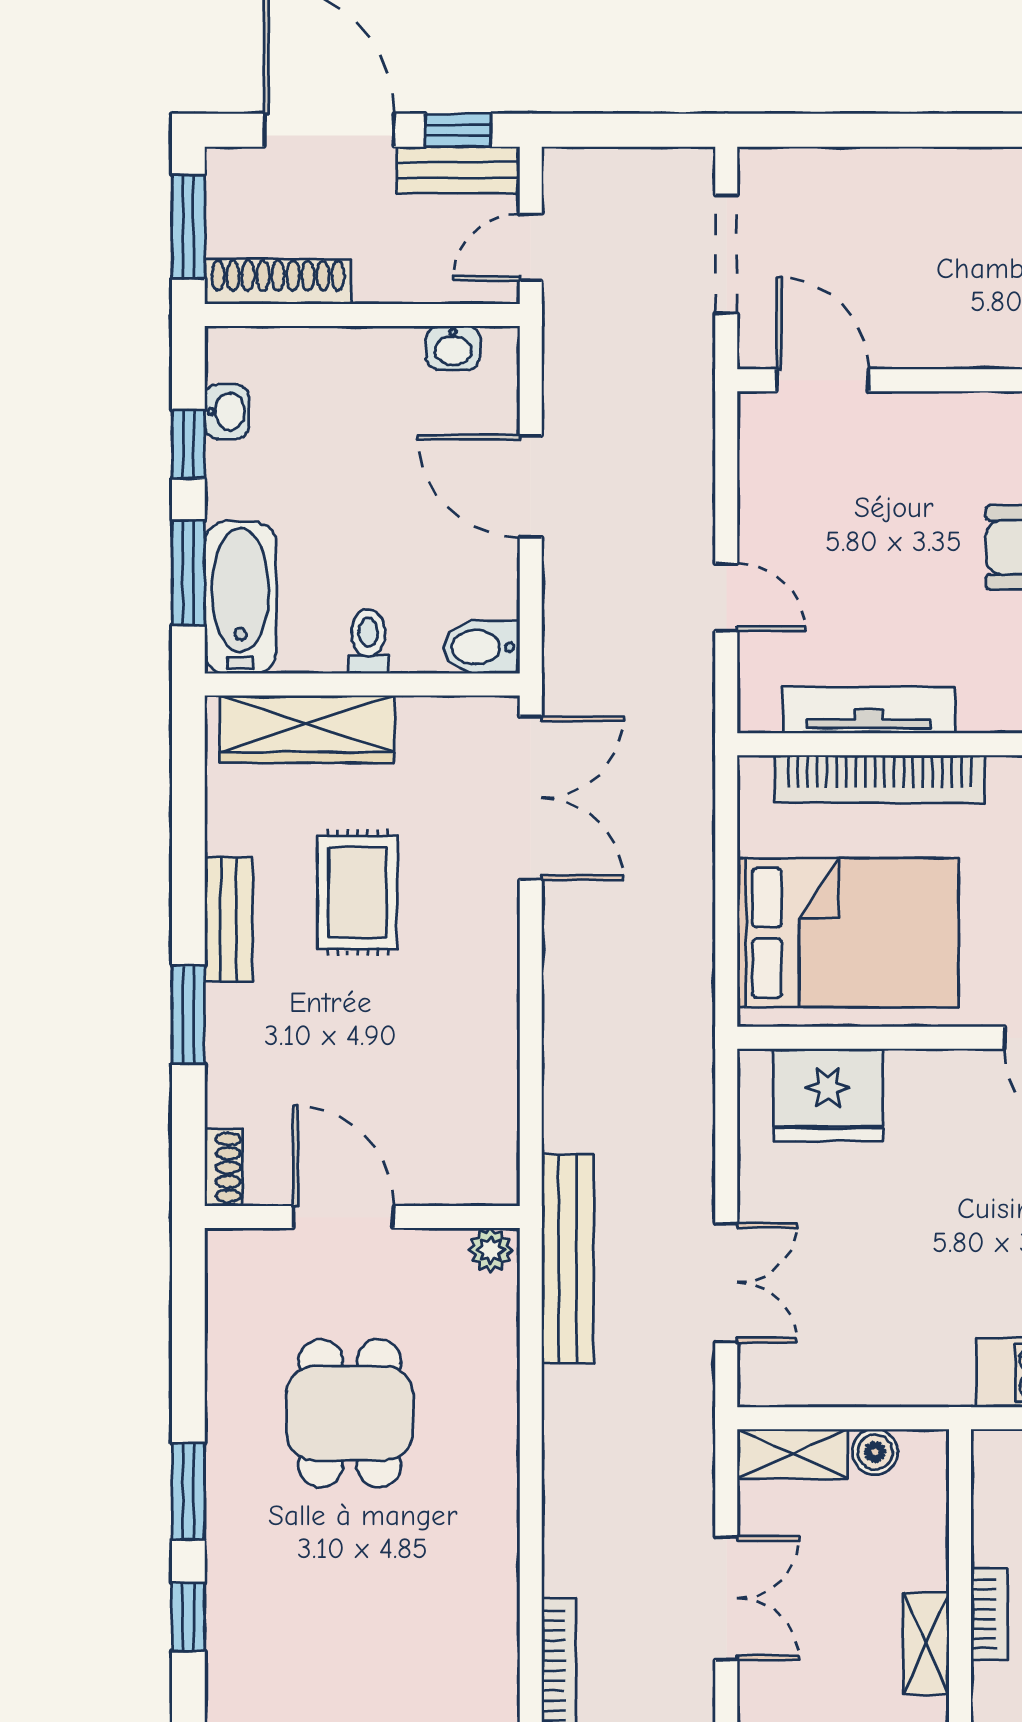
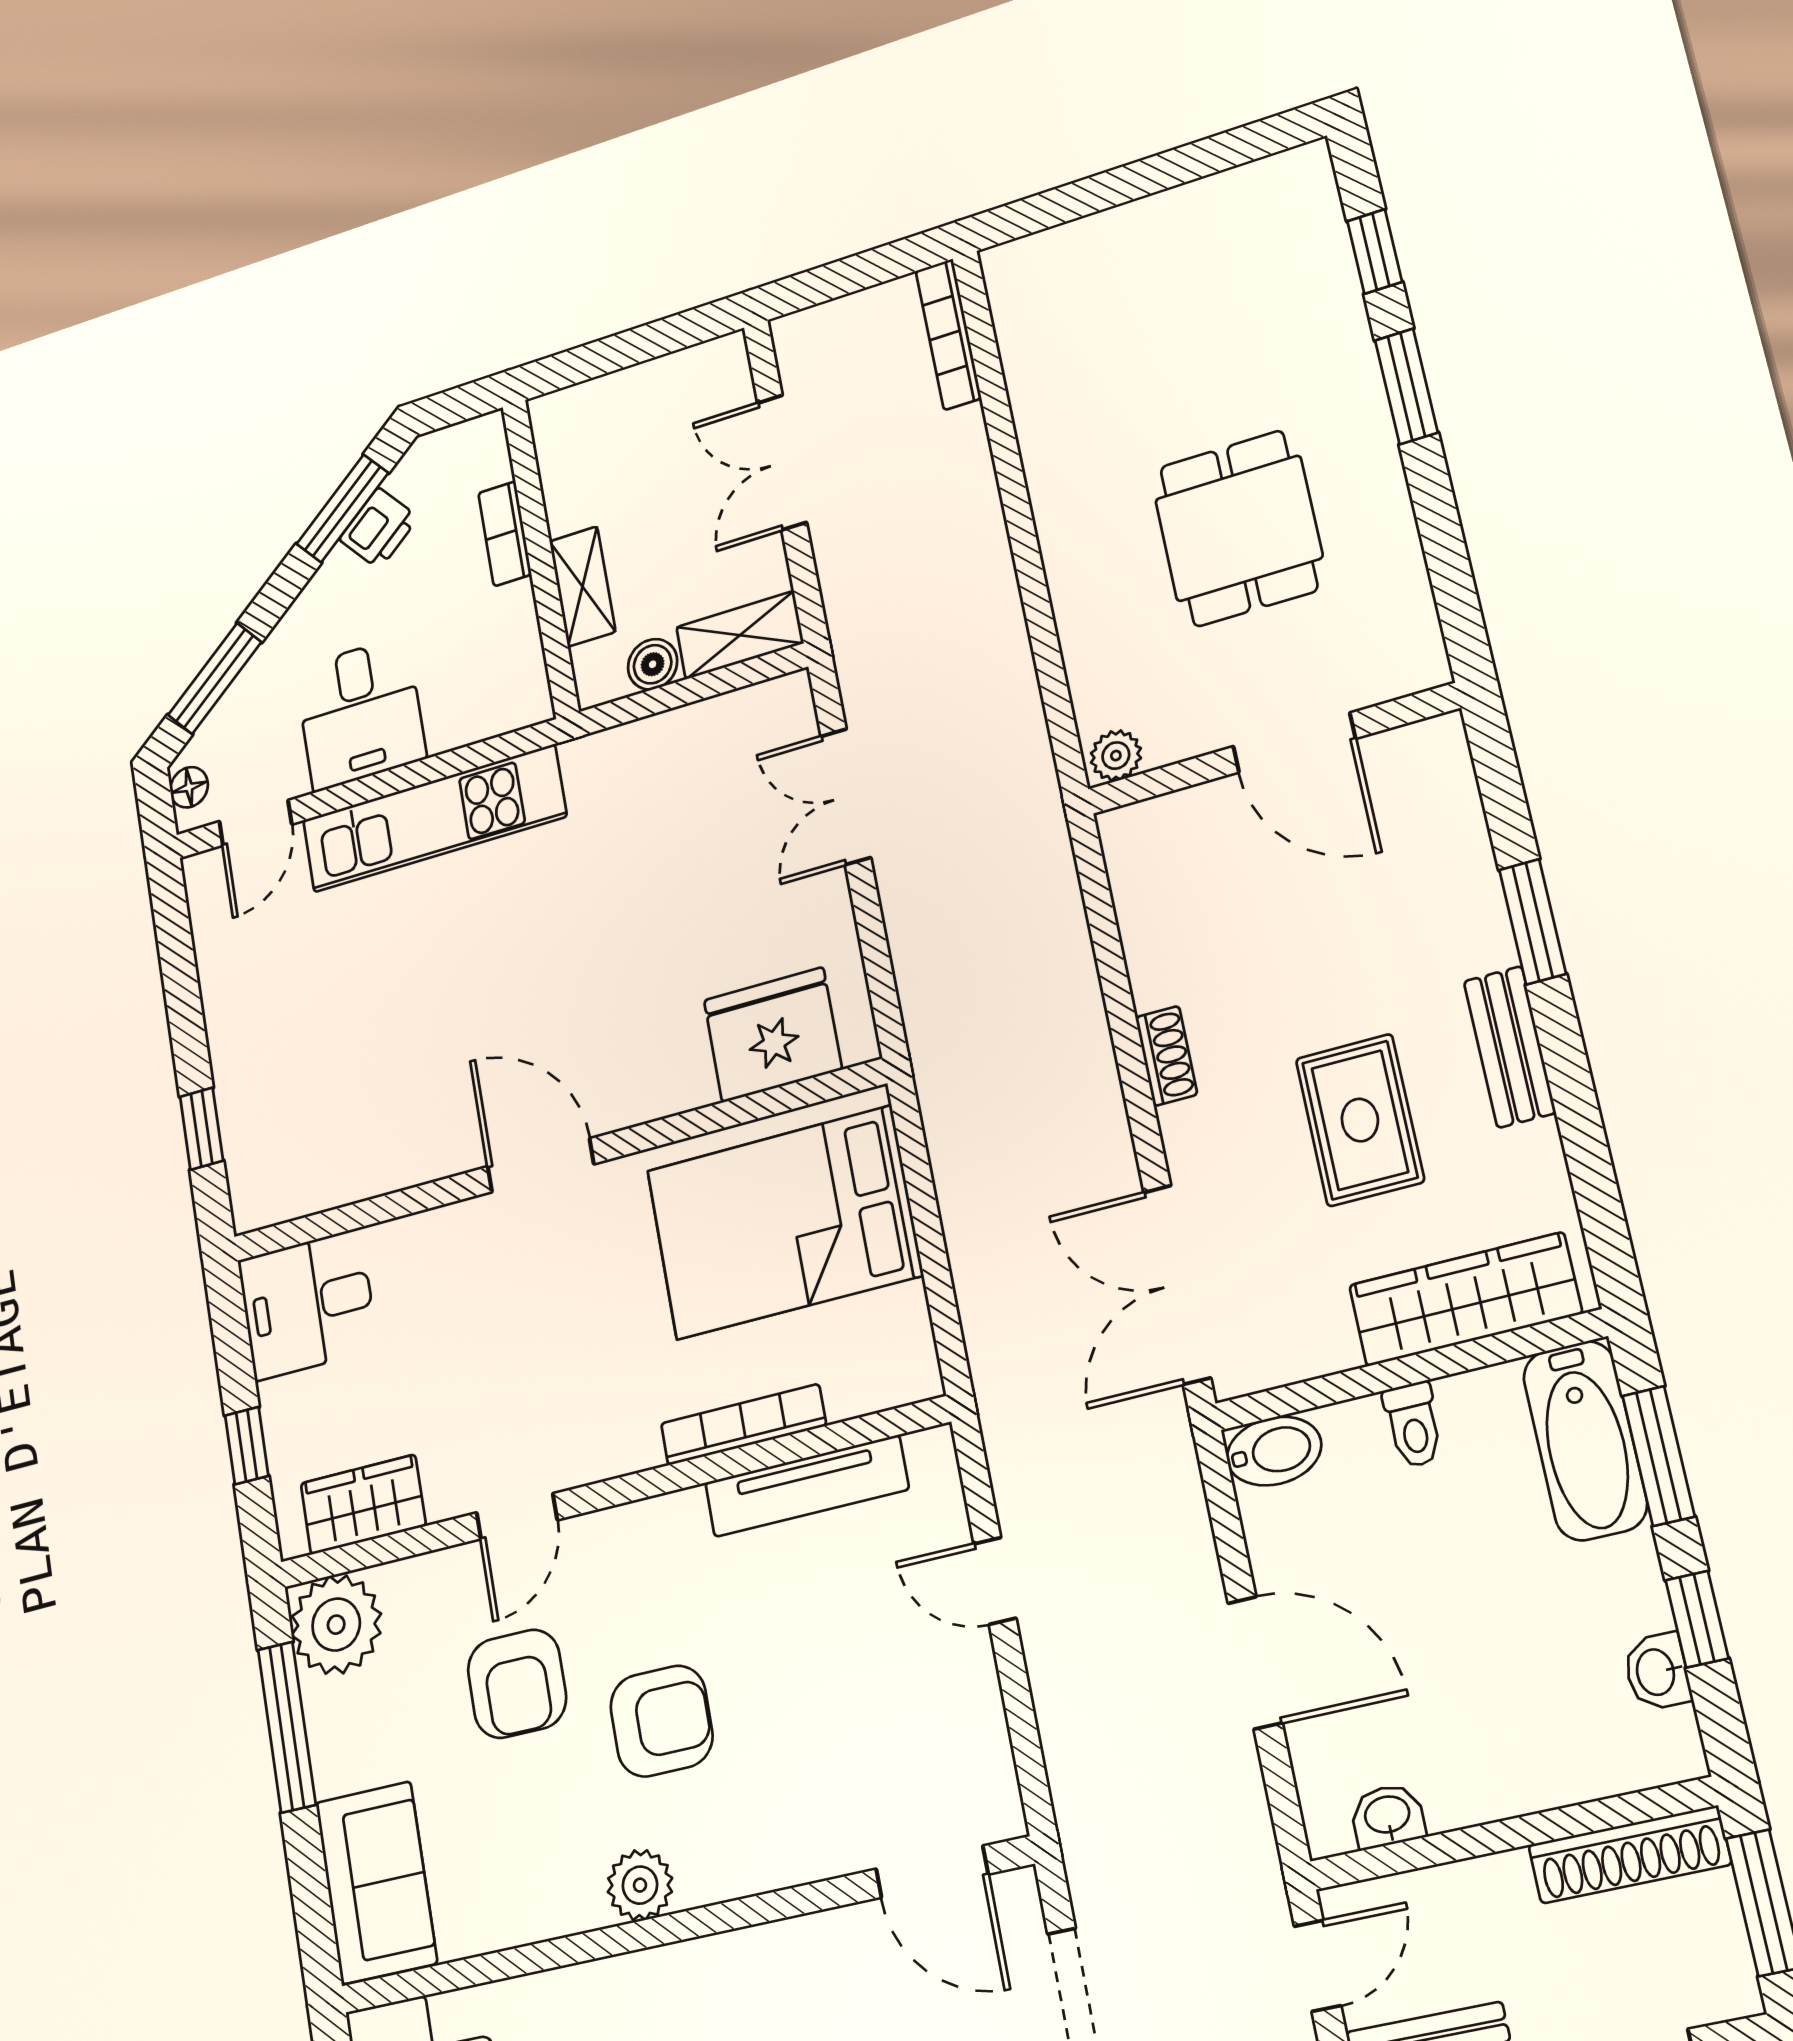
bookcase: (880, 779) -> (743, 1425), width x0.68, depth x0.76
shoe rack: (223, 1167) -> (1166, 1056), moved, turned 180
bench: (568, 1259) -> (1027, 771), removed
shelving: (926, 1644) -> (582, 586), moved

